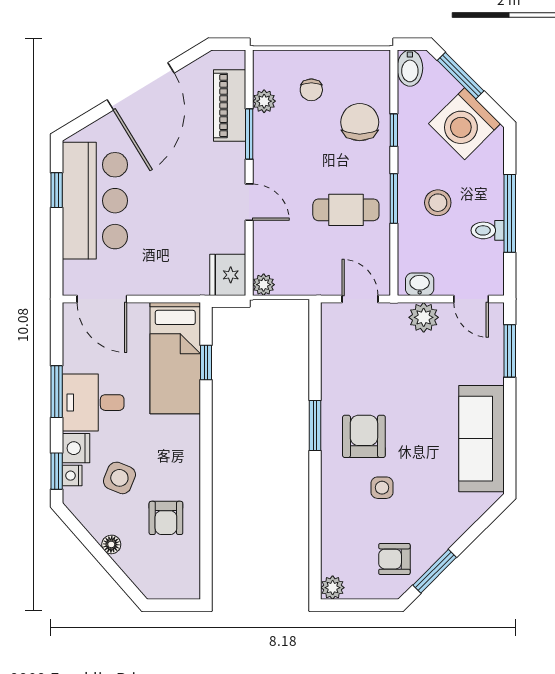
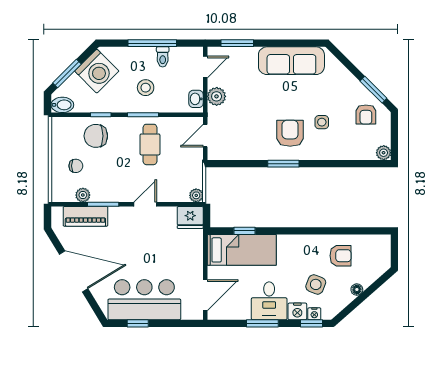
armchair: (364, 436) -> (290, 133), turned 90

